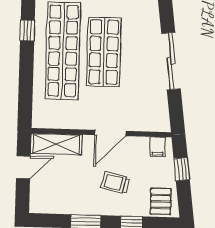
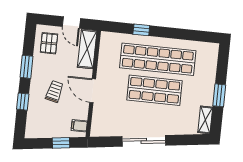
window: (27, 31) -> (141, 30), moved
pallet: (161, 201) -> (49, 43), moved, turned 90

